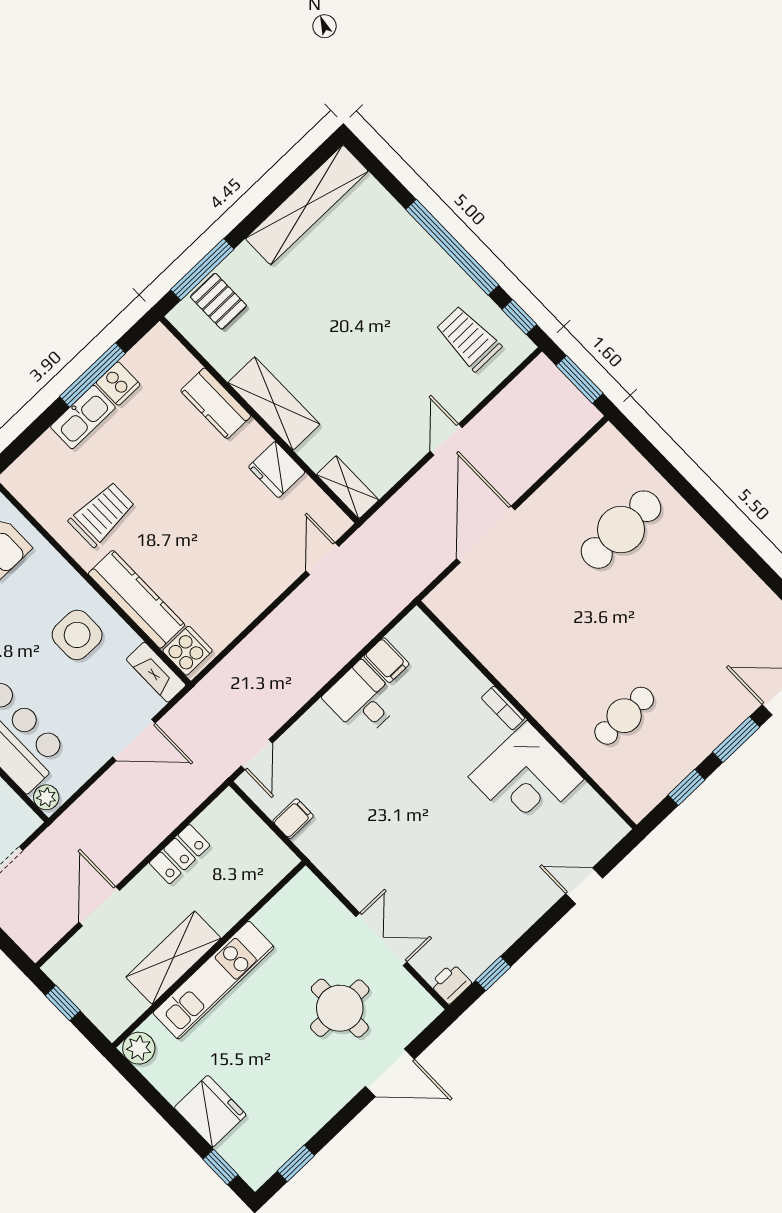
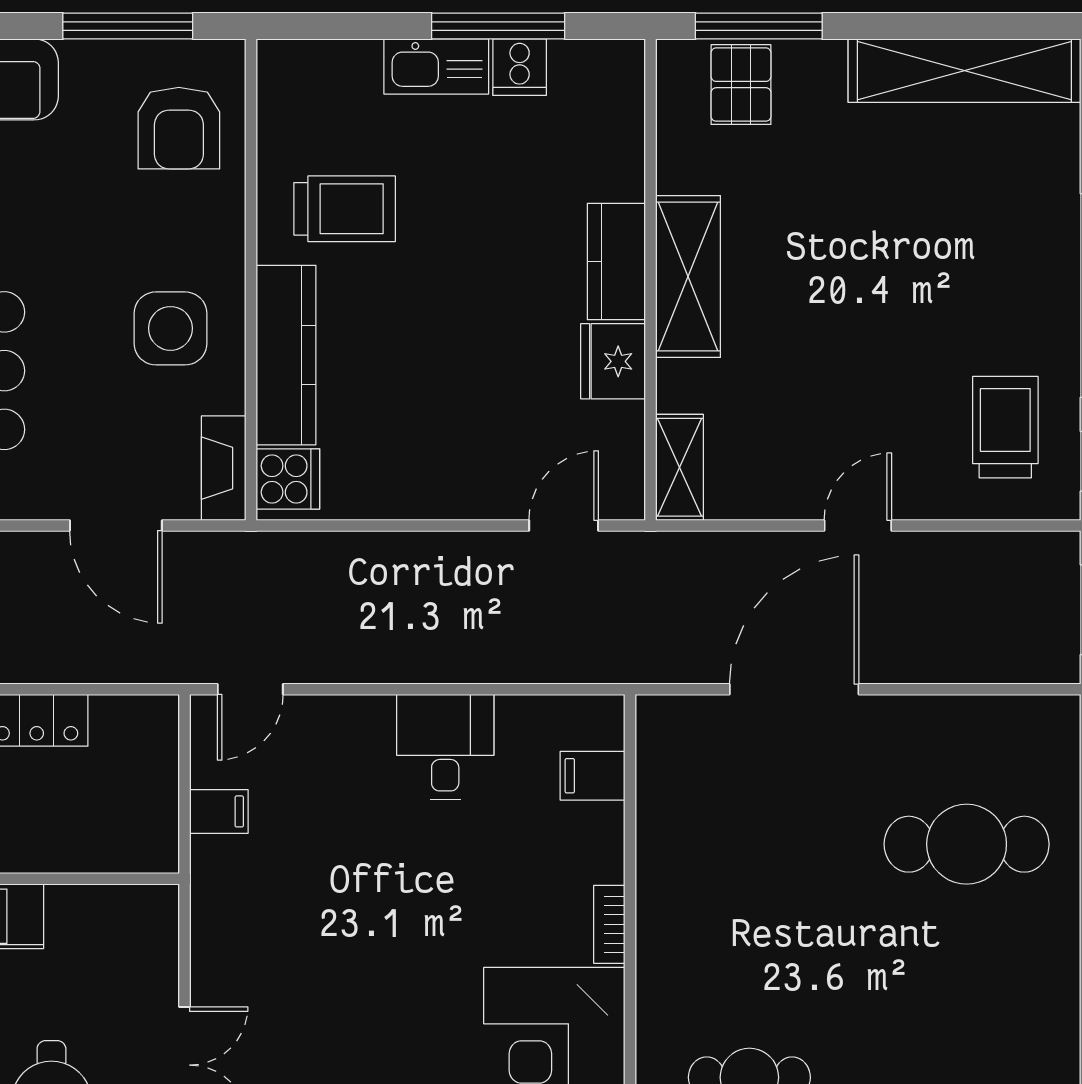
kitchen counter: (216, 403) -> (616, 262), moved
filing cabinet: (387, 660) -> (592, 776), moved, turned 90

